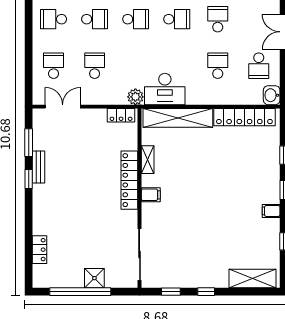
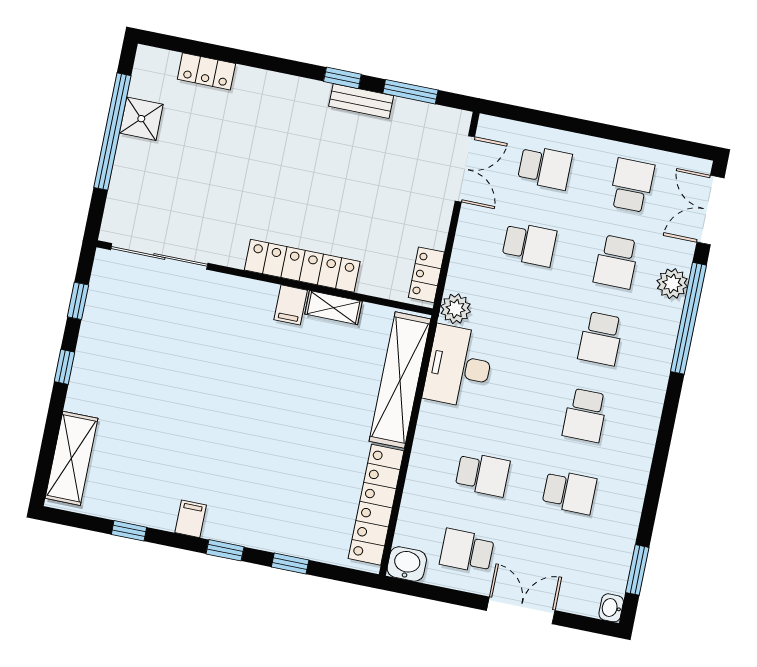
filing cabinet: (151, 195) -> (291, 305), moved
shower: (94, 278) -> (141, 119), moved

